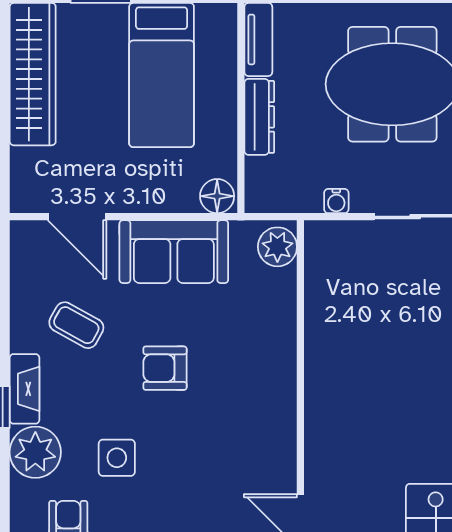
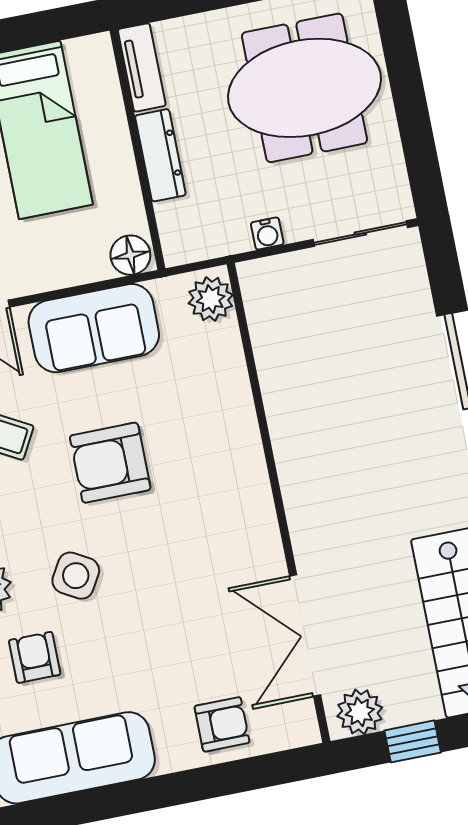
armchair: (165, 368) -> (110, 463), width x1.38, depth x1.38
side table: (117, 458) -> (76, 576), turned 30

